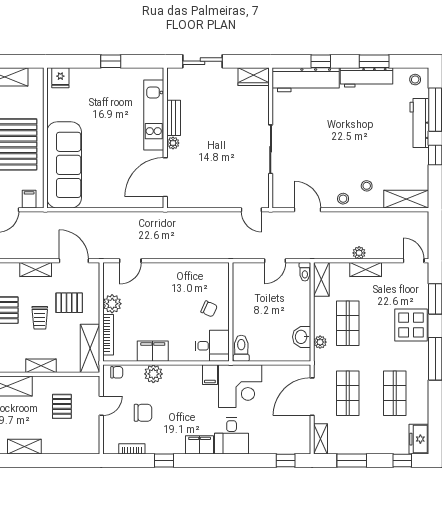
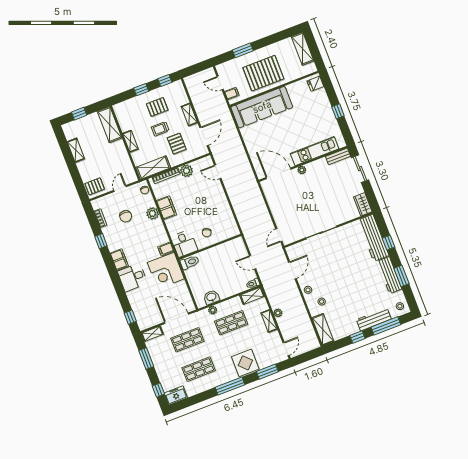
bench: (174, 118) -> (338, 156), moved
pallet: (62, 406) -> (95, 186), moved
door: (101, 406) -> (120, 189), swing flipped

